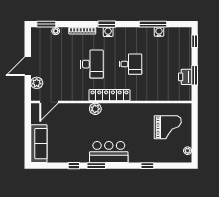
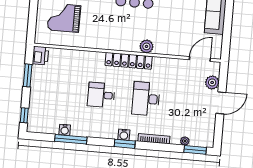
printer: (185, 77) -> (40, 56), moved

